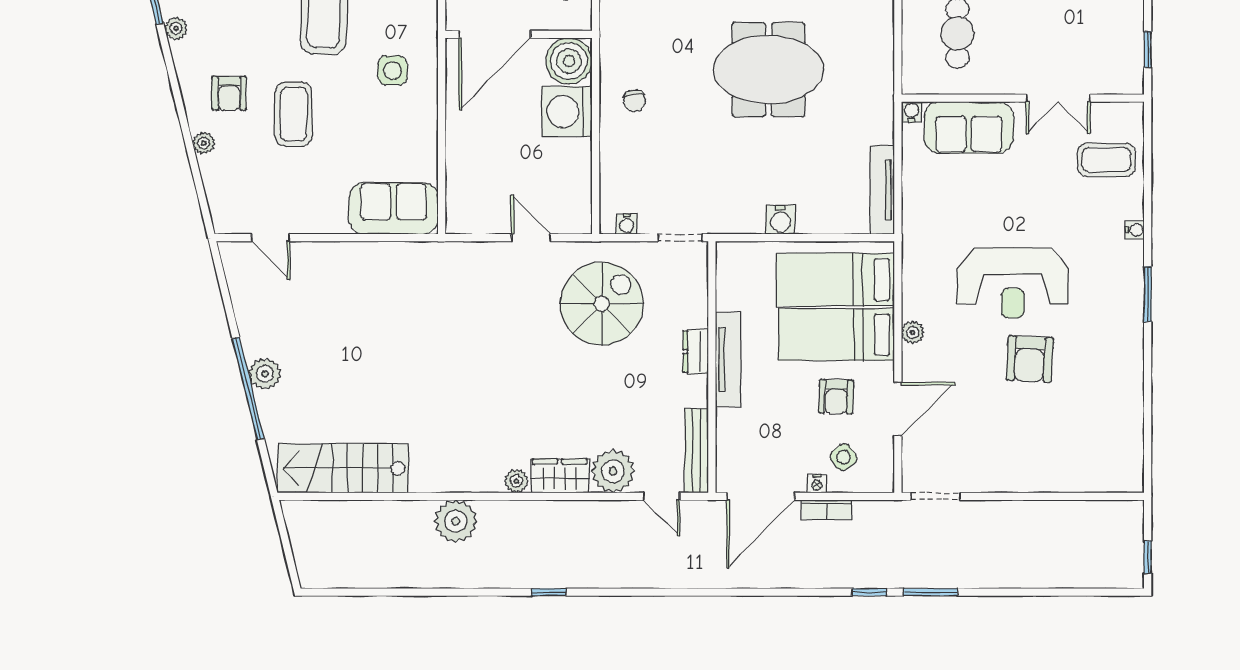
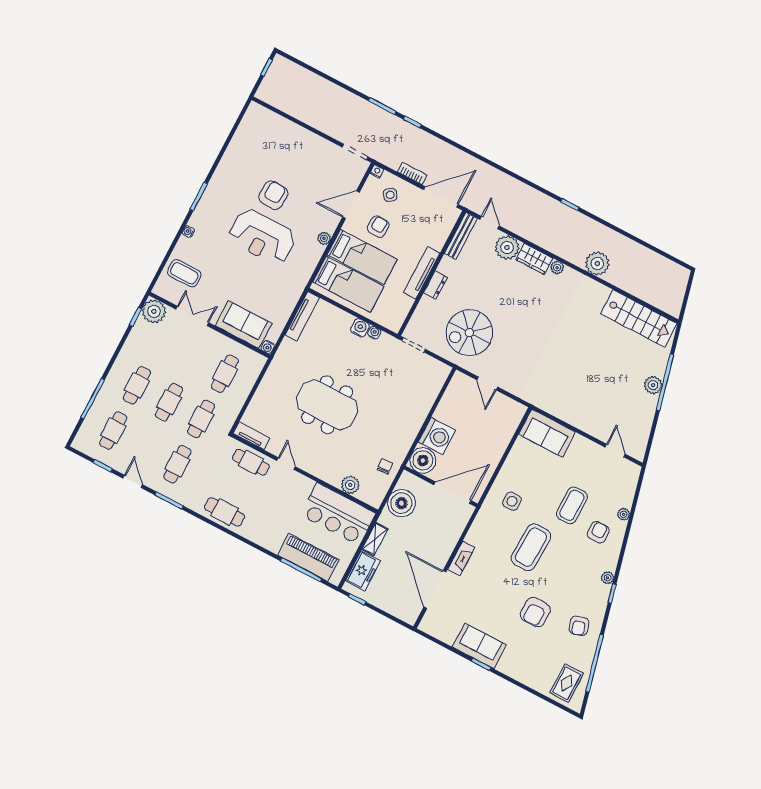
plant: (1123, 73) -> (154, 311), added
chair: (634, 101) -> (385, 466), moved
water cooler: (627, 224) -> (374, 333), moved
reception desk: (1013, 283) -> (262, 237), turned 180
nightstand: (817, 484) -> (377, 171), moved

